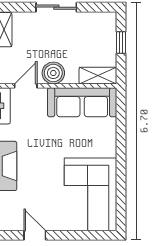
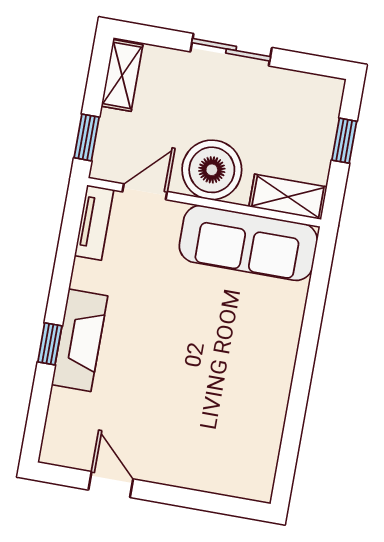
boiler: (53, 73) -> (212, 170), width x1.37, depth x1.37
corner sofa: (90, 194) -> (233, 424), removed

